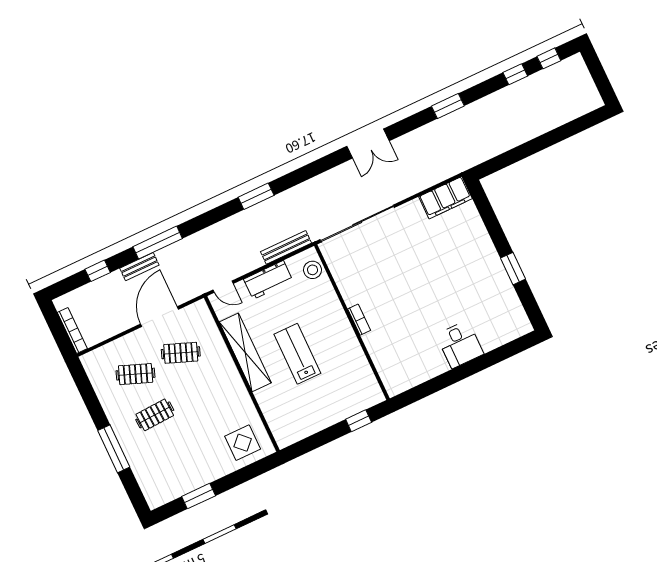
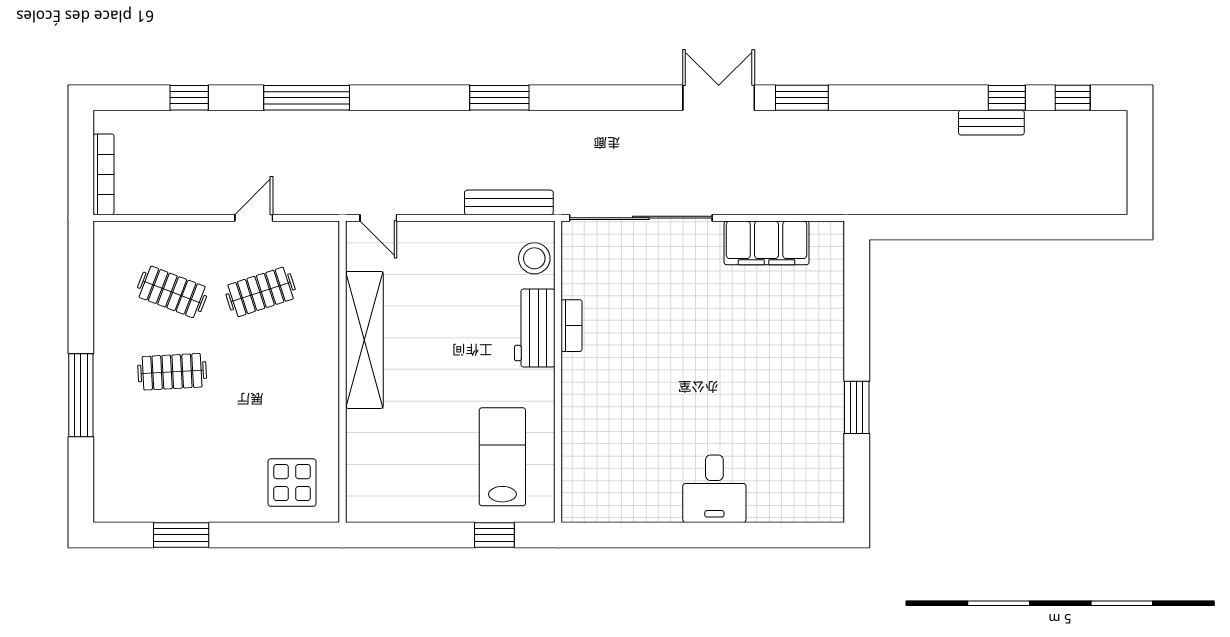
window: (448, 106) -> (802, 98), moved
double door: (368, 144) -> (719, 98), swing flipped
filing cabinet: (446, 198) -> (767, 243), moved
bench: (139, 267) -> (991, 123), moved
workbench: (268, 280) -> (535, 328), moved, turned 90
door: (159, 317) -> (254, 218), width x0.53
bookcase: (359, 320) -> (572, 326), moved
clothes rail: (181, 353) -> (261, 292), turned -39
lab bench: (297, 354) -> (502, 457), moved

